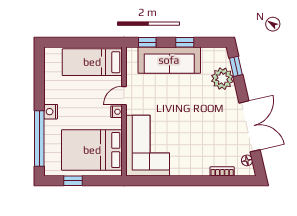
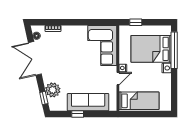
window: (147, 42) -> (103, 114), removed
bed: (92, 150) -> (151, 49), moved, turned 180
window: (73, 181) -> (136, 22), moved

